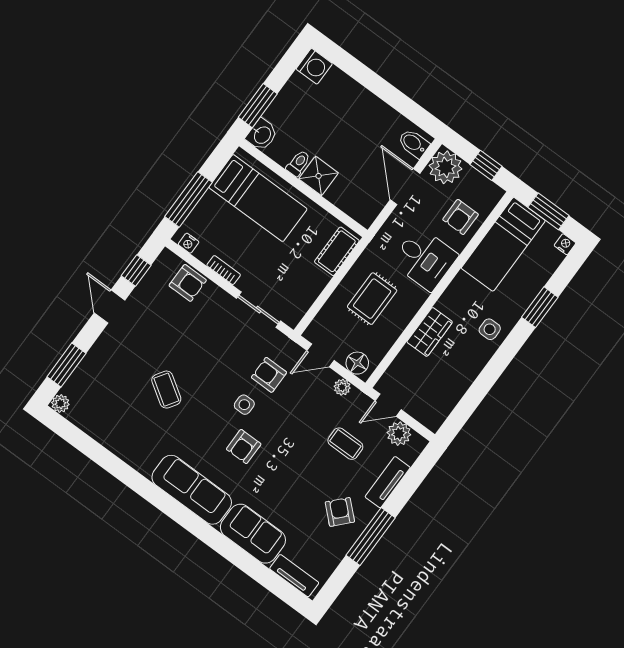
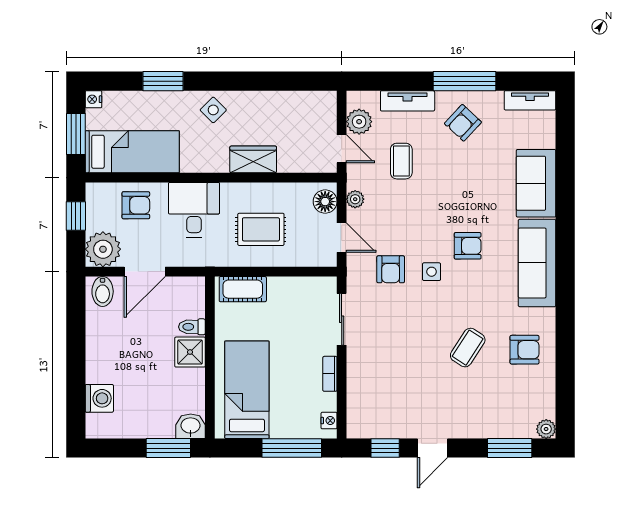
washing machine: (314, 66) -> (99, 398), moved, turned 90
toilet: (298, 163) -> (192, 327), moved
armchair: (188, 283) -> (524, 350), moved, turned 90
side table: (490, 329) -> (213, 110), turned 45
tv unit: (294, 576) -> (530, 100), moved, turned -90

